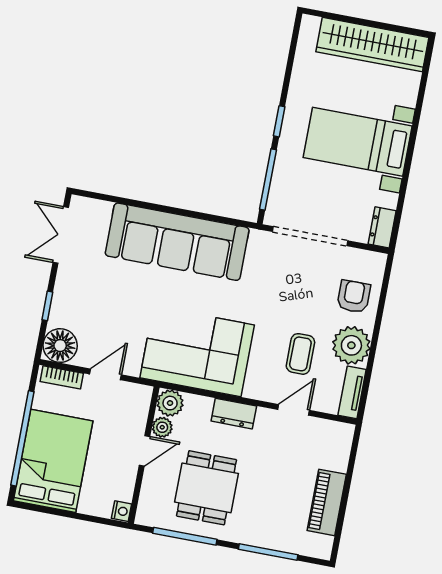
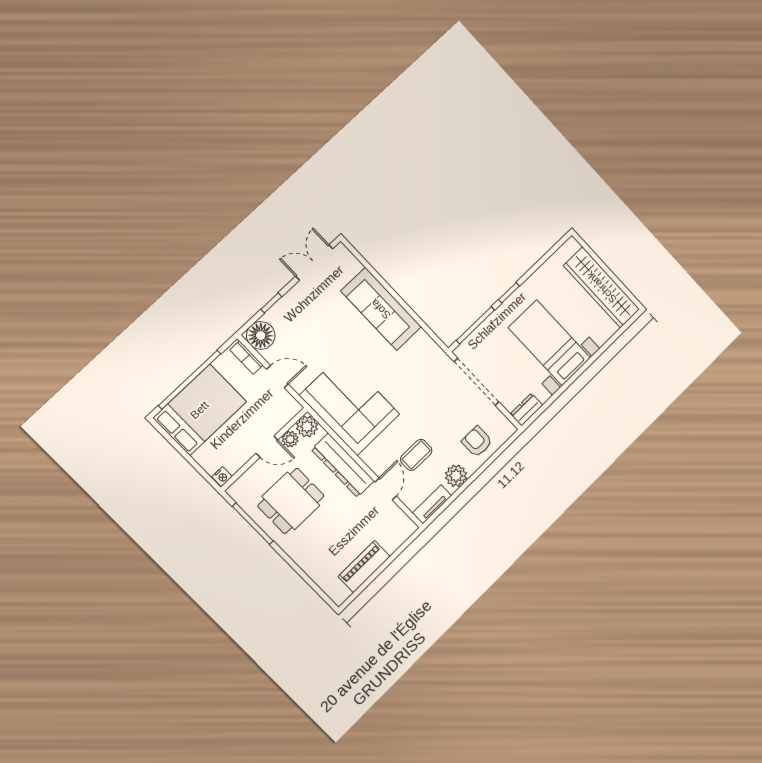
sofa: (177, 242) -> (381, 309), width x0.74, depth x0.79
armchair: (354, 297) -> (477, 442), turned -90
plant: (351, 345) -> (456, 476), width x0.73, depth x0.73
door: (294, 410) -> (386, 489), hinge flipped
dresser: (234, 414) -> (343, 465), width x1.96, depth x1.24
window: (268, 552) -> (301, 573), removed

